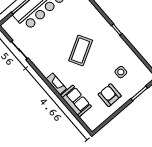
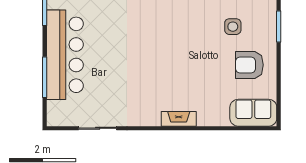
coffee table: (81, 51) -> (163, 53), removed
sofa: (76, 101) -> (253, 113), moved

